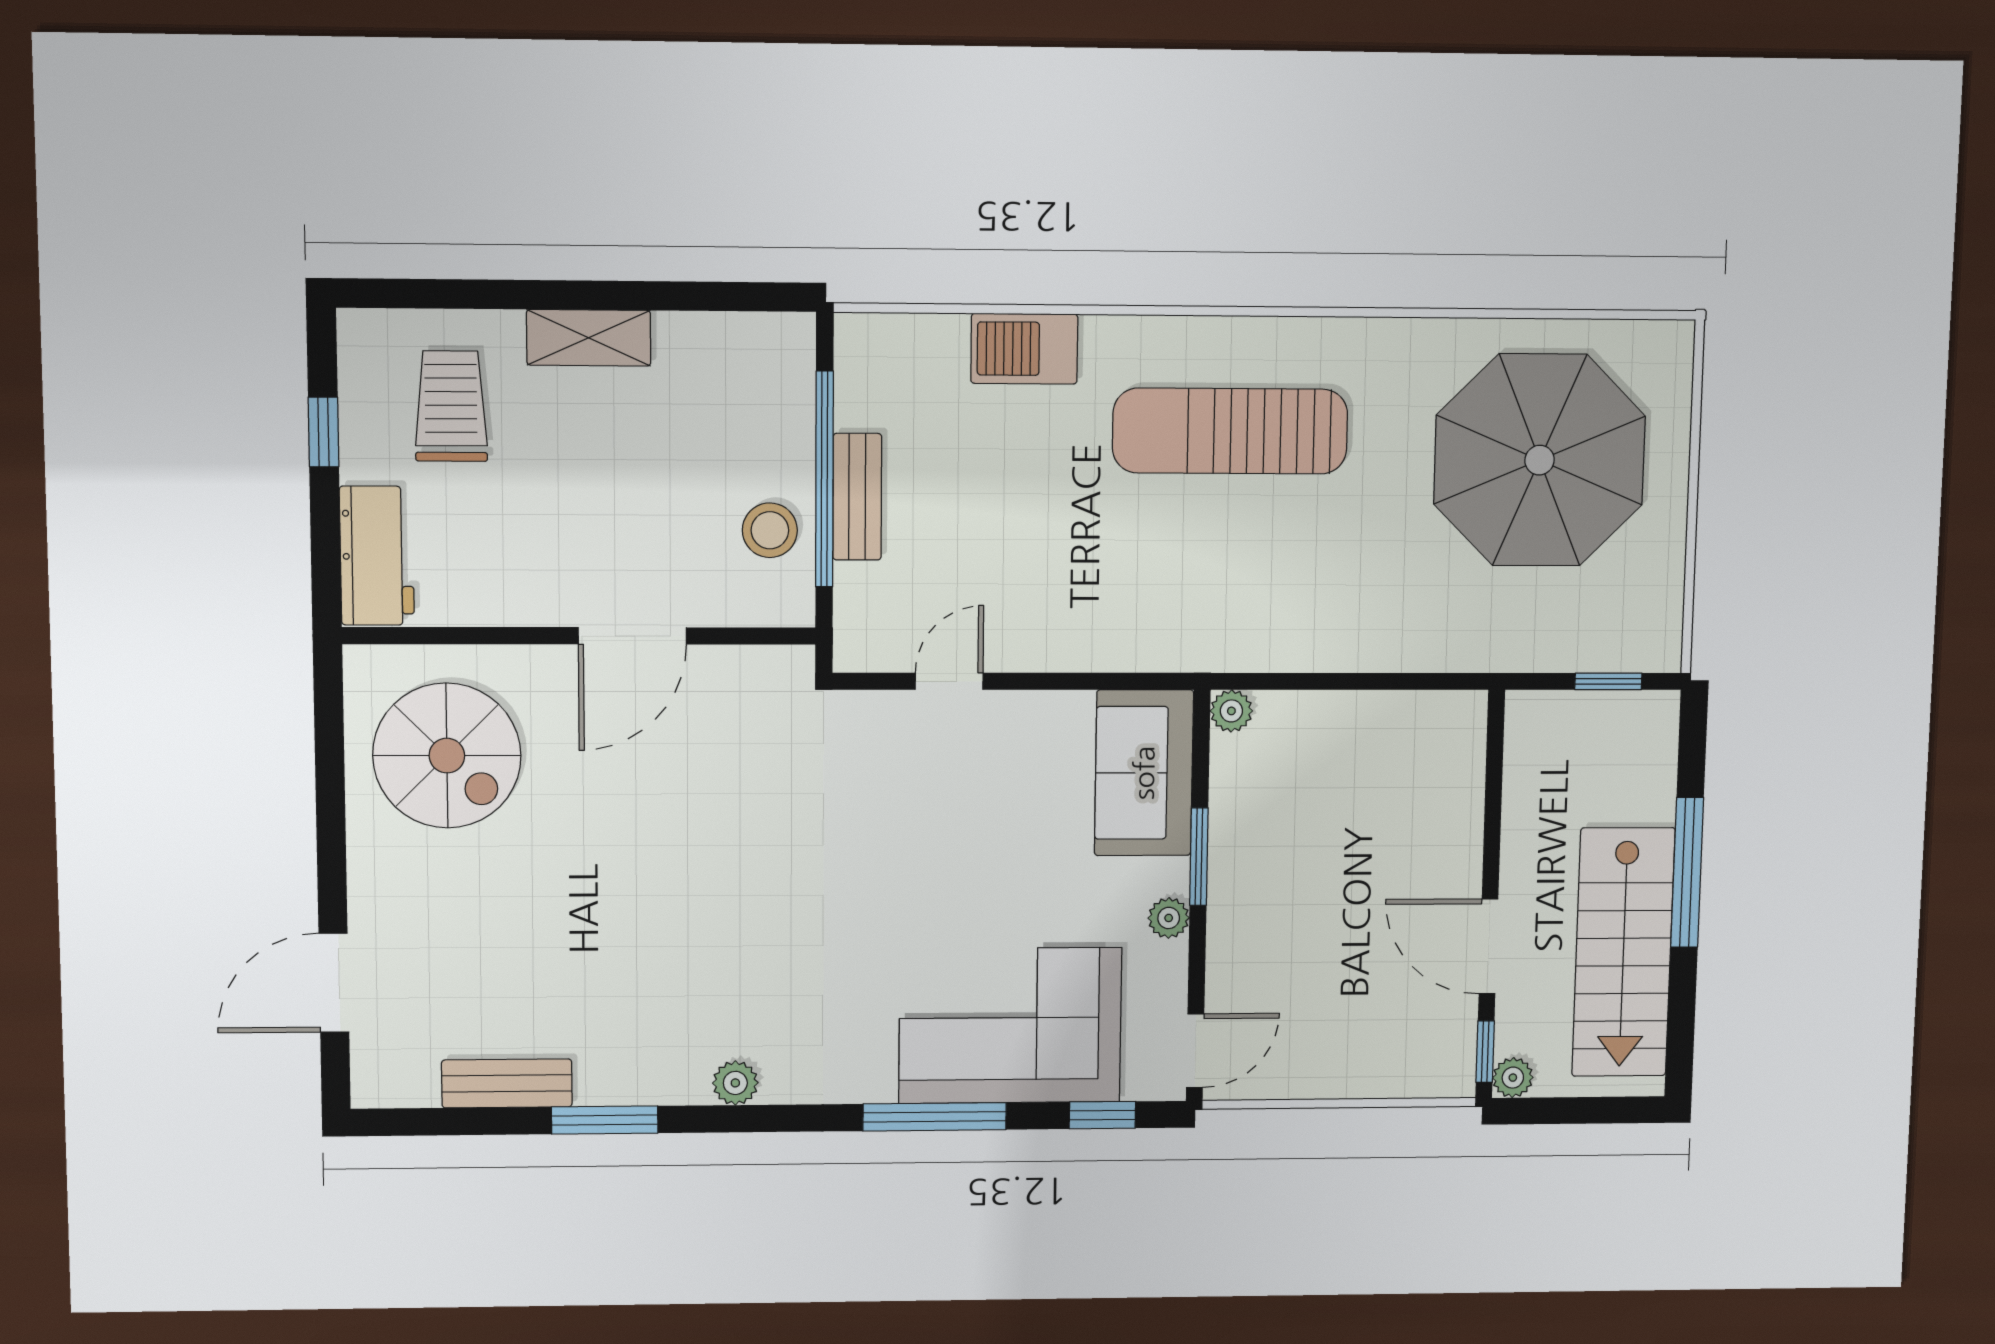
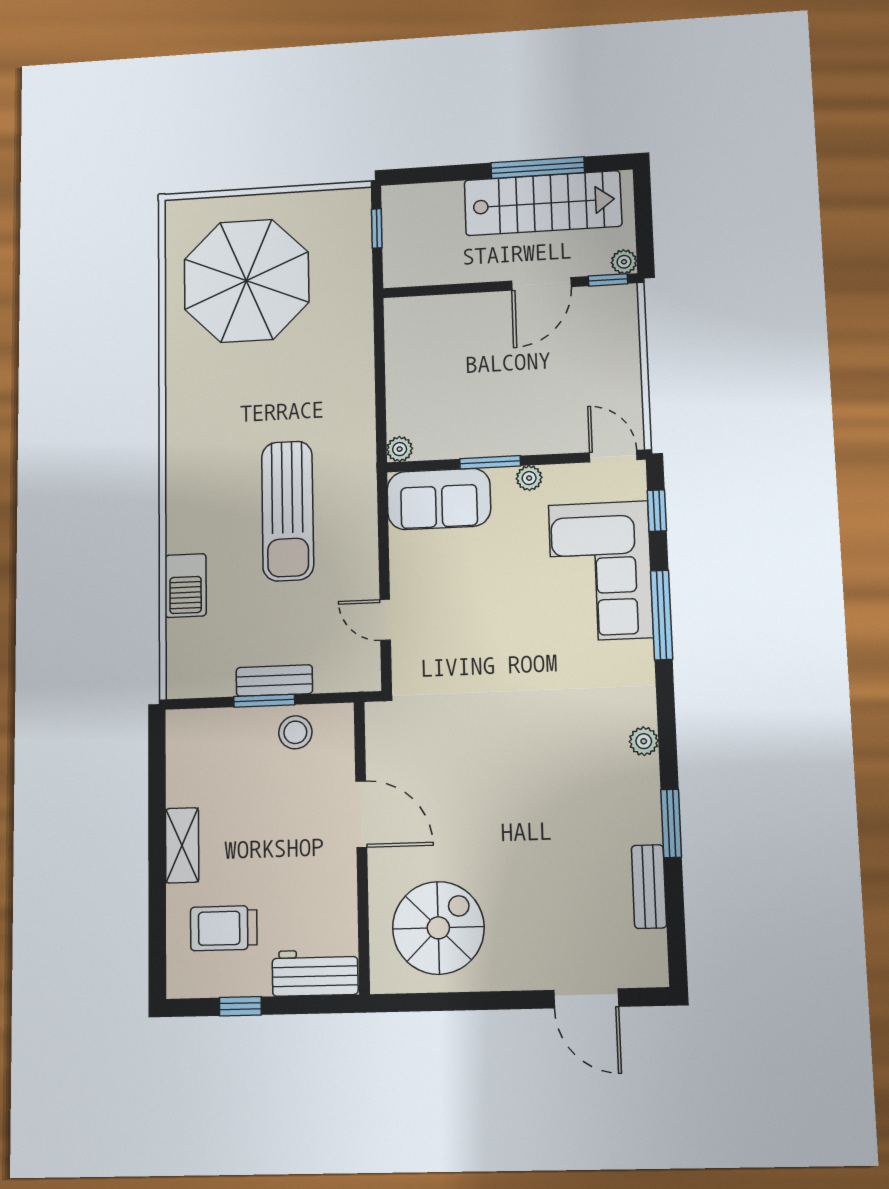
sun lounger: (1230, 431) -> (288, 511), moved
window: (824, 479) -> (264, 701), width x0.47
window: (1687, 872) -> (538, 168), moved

